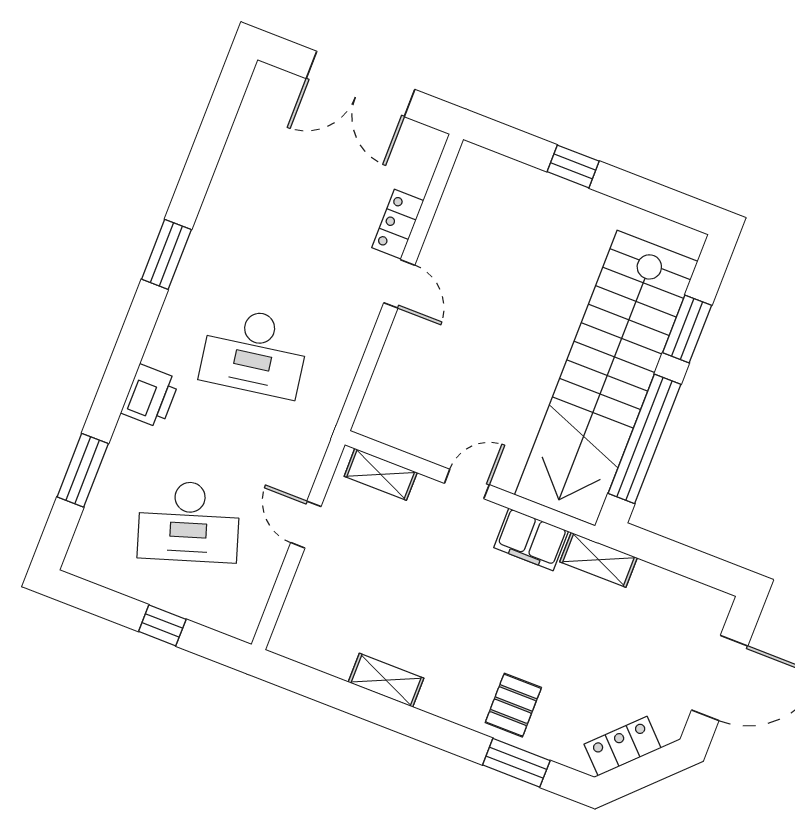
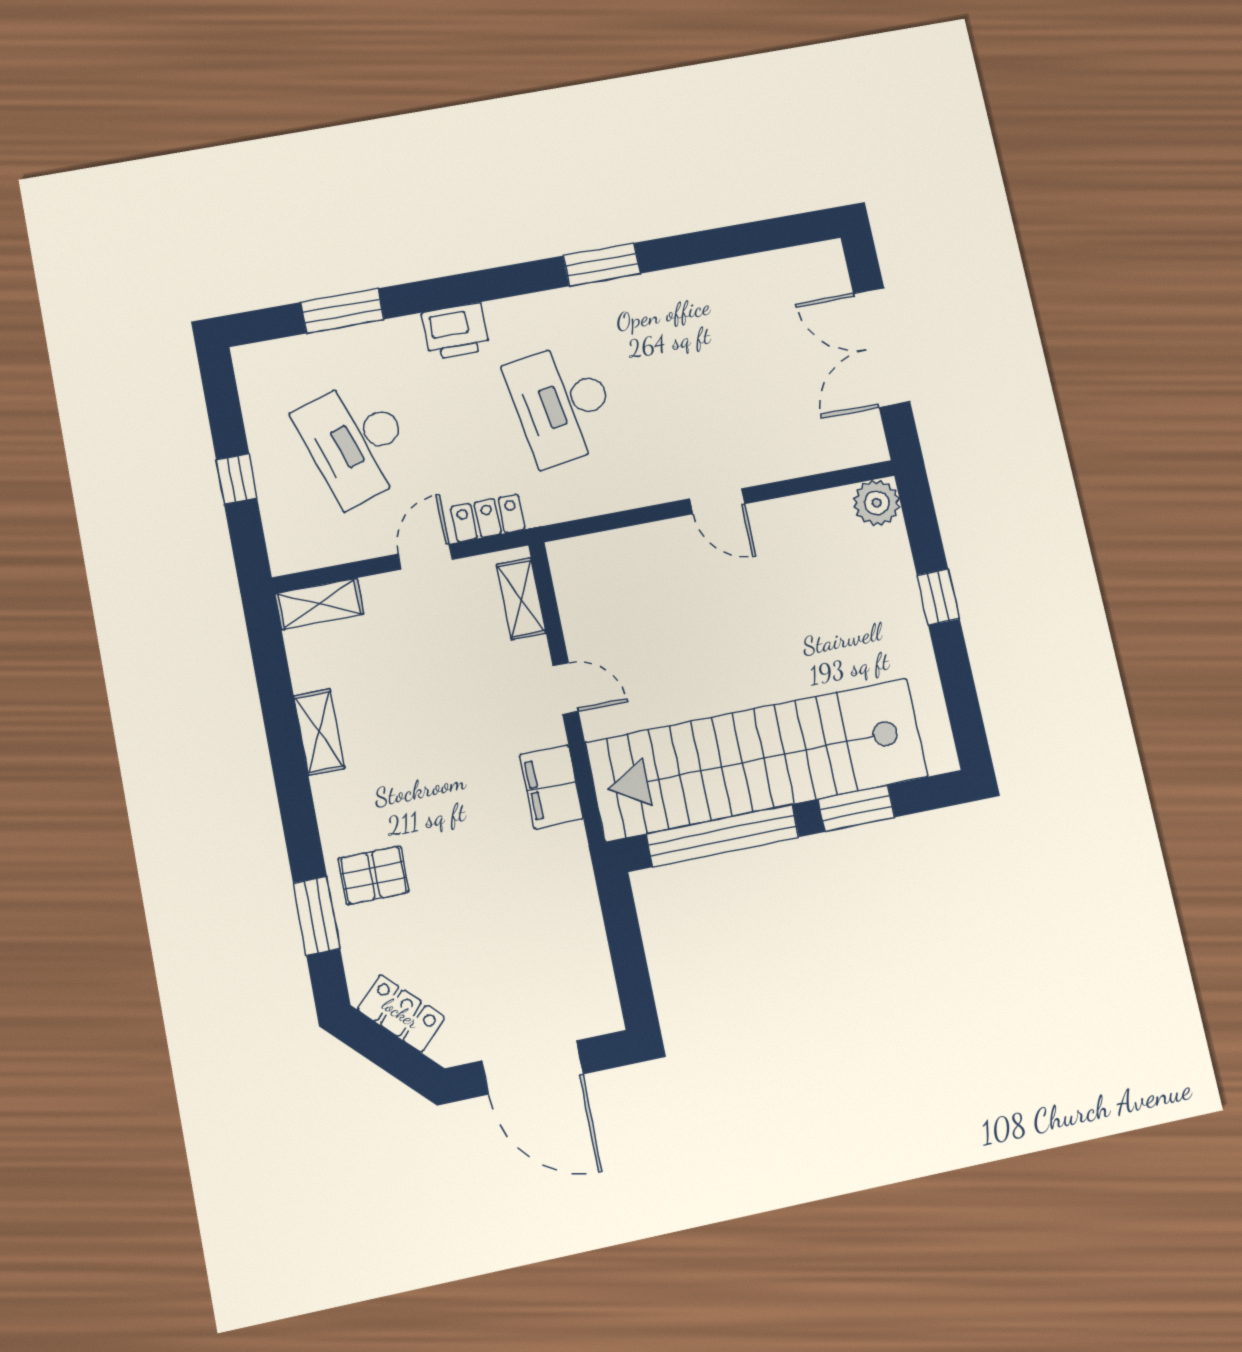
plant: (475, 166) -> (877, 503), added
locker: (398, 224) -> (488, 518), moved
door: (399, 284) -> (717, 501), hinge flipped
shelving: (599, 560) -> (319, 604), moved, turned 90

